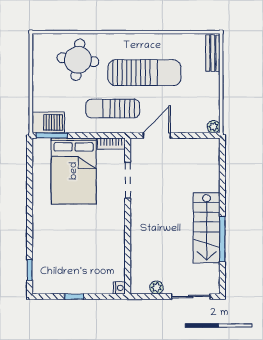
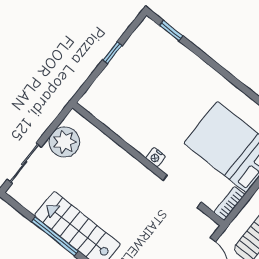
plant: (156, 287) -> (64, 142), width x1.87, depth x1.87
nightstand: (119, 288) -> (156, 157), moved

